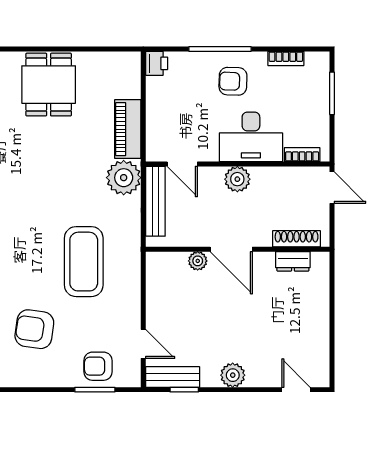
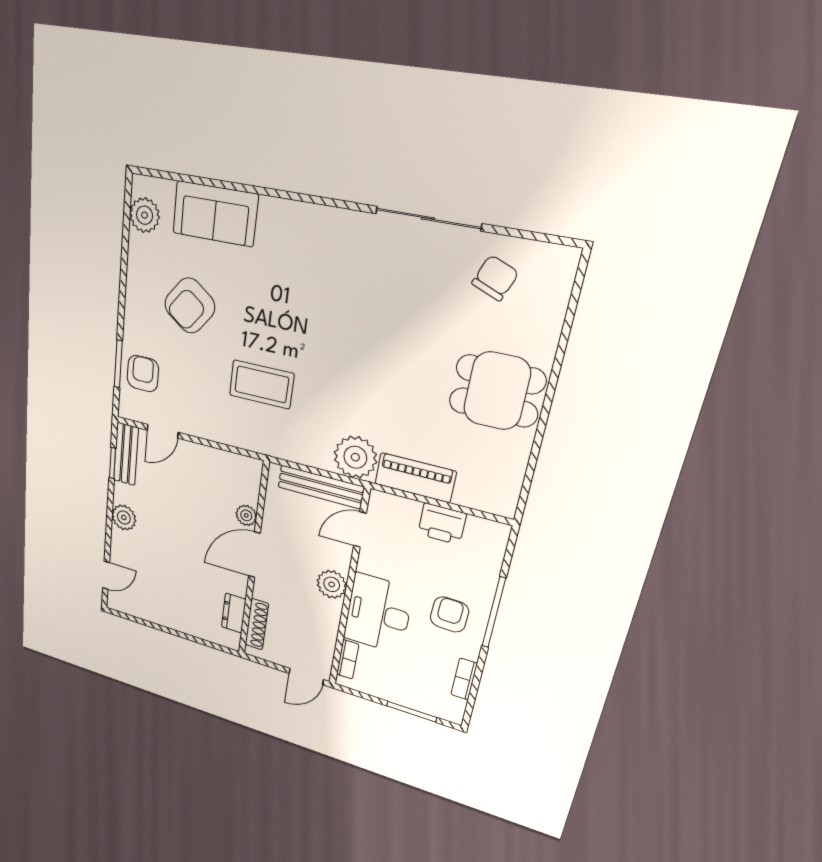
printer: (157, 63) -> (442, 524), moved, width x1.36, depth x1.24
coffee table: (84, 262) -> (262, 384), width x0.73, depth x0.76
armchair: (34, 329) -> (190, 306), turned -151

